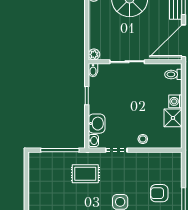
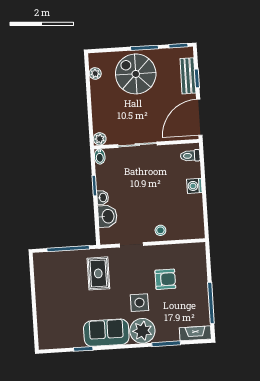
shower: (173, 118) -> (193, 205), removed
washbasin: (93, 141) -> (103, 197), moved
rug: (85, 174) -> (98, 273), turned 90
armchair: (159, 193) -> (165, 279), moved, turned 180

